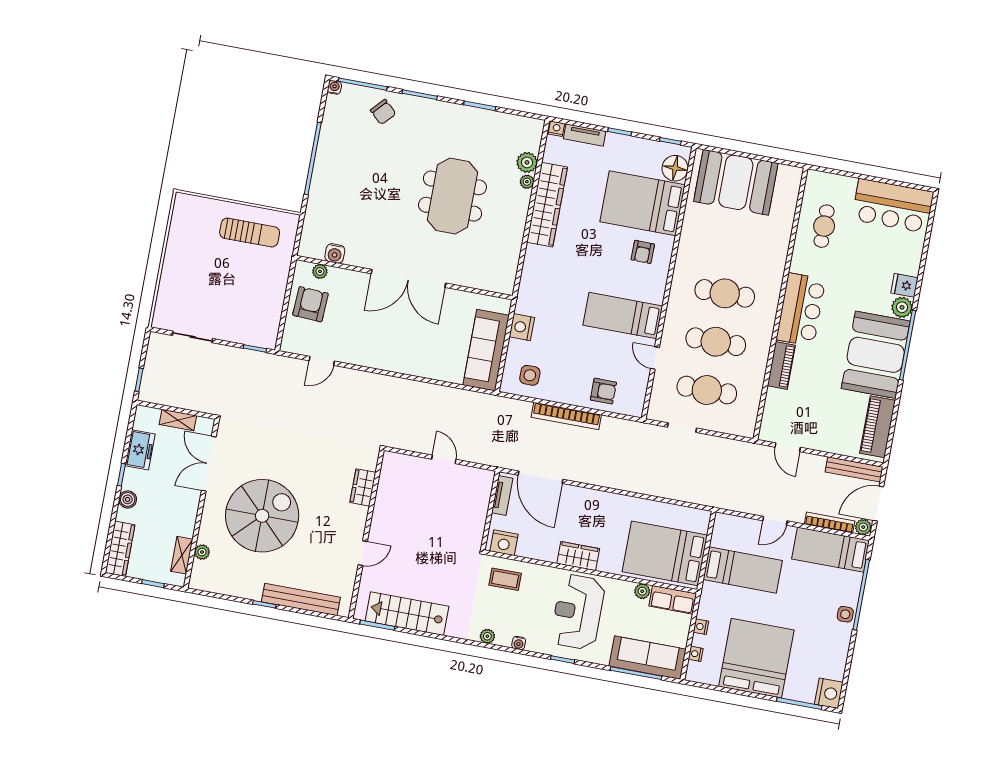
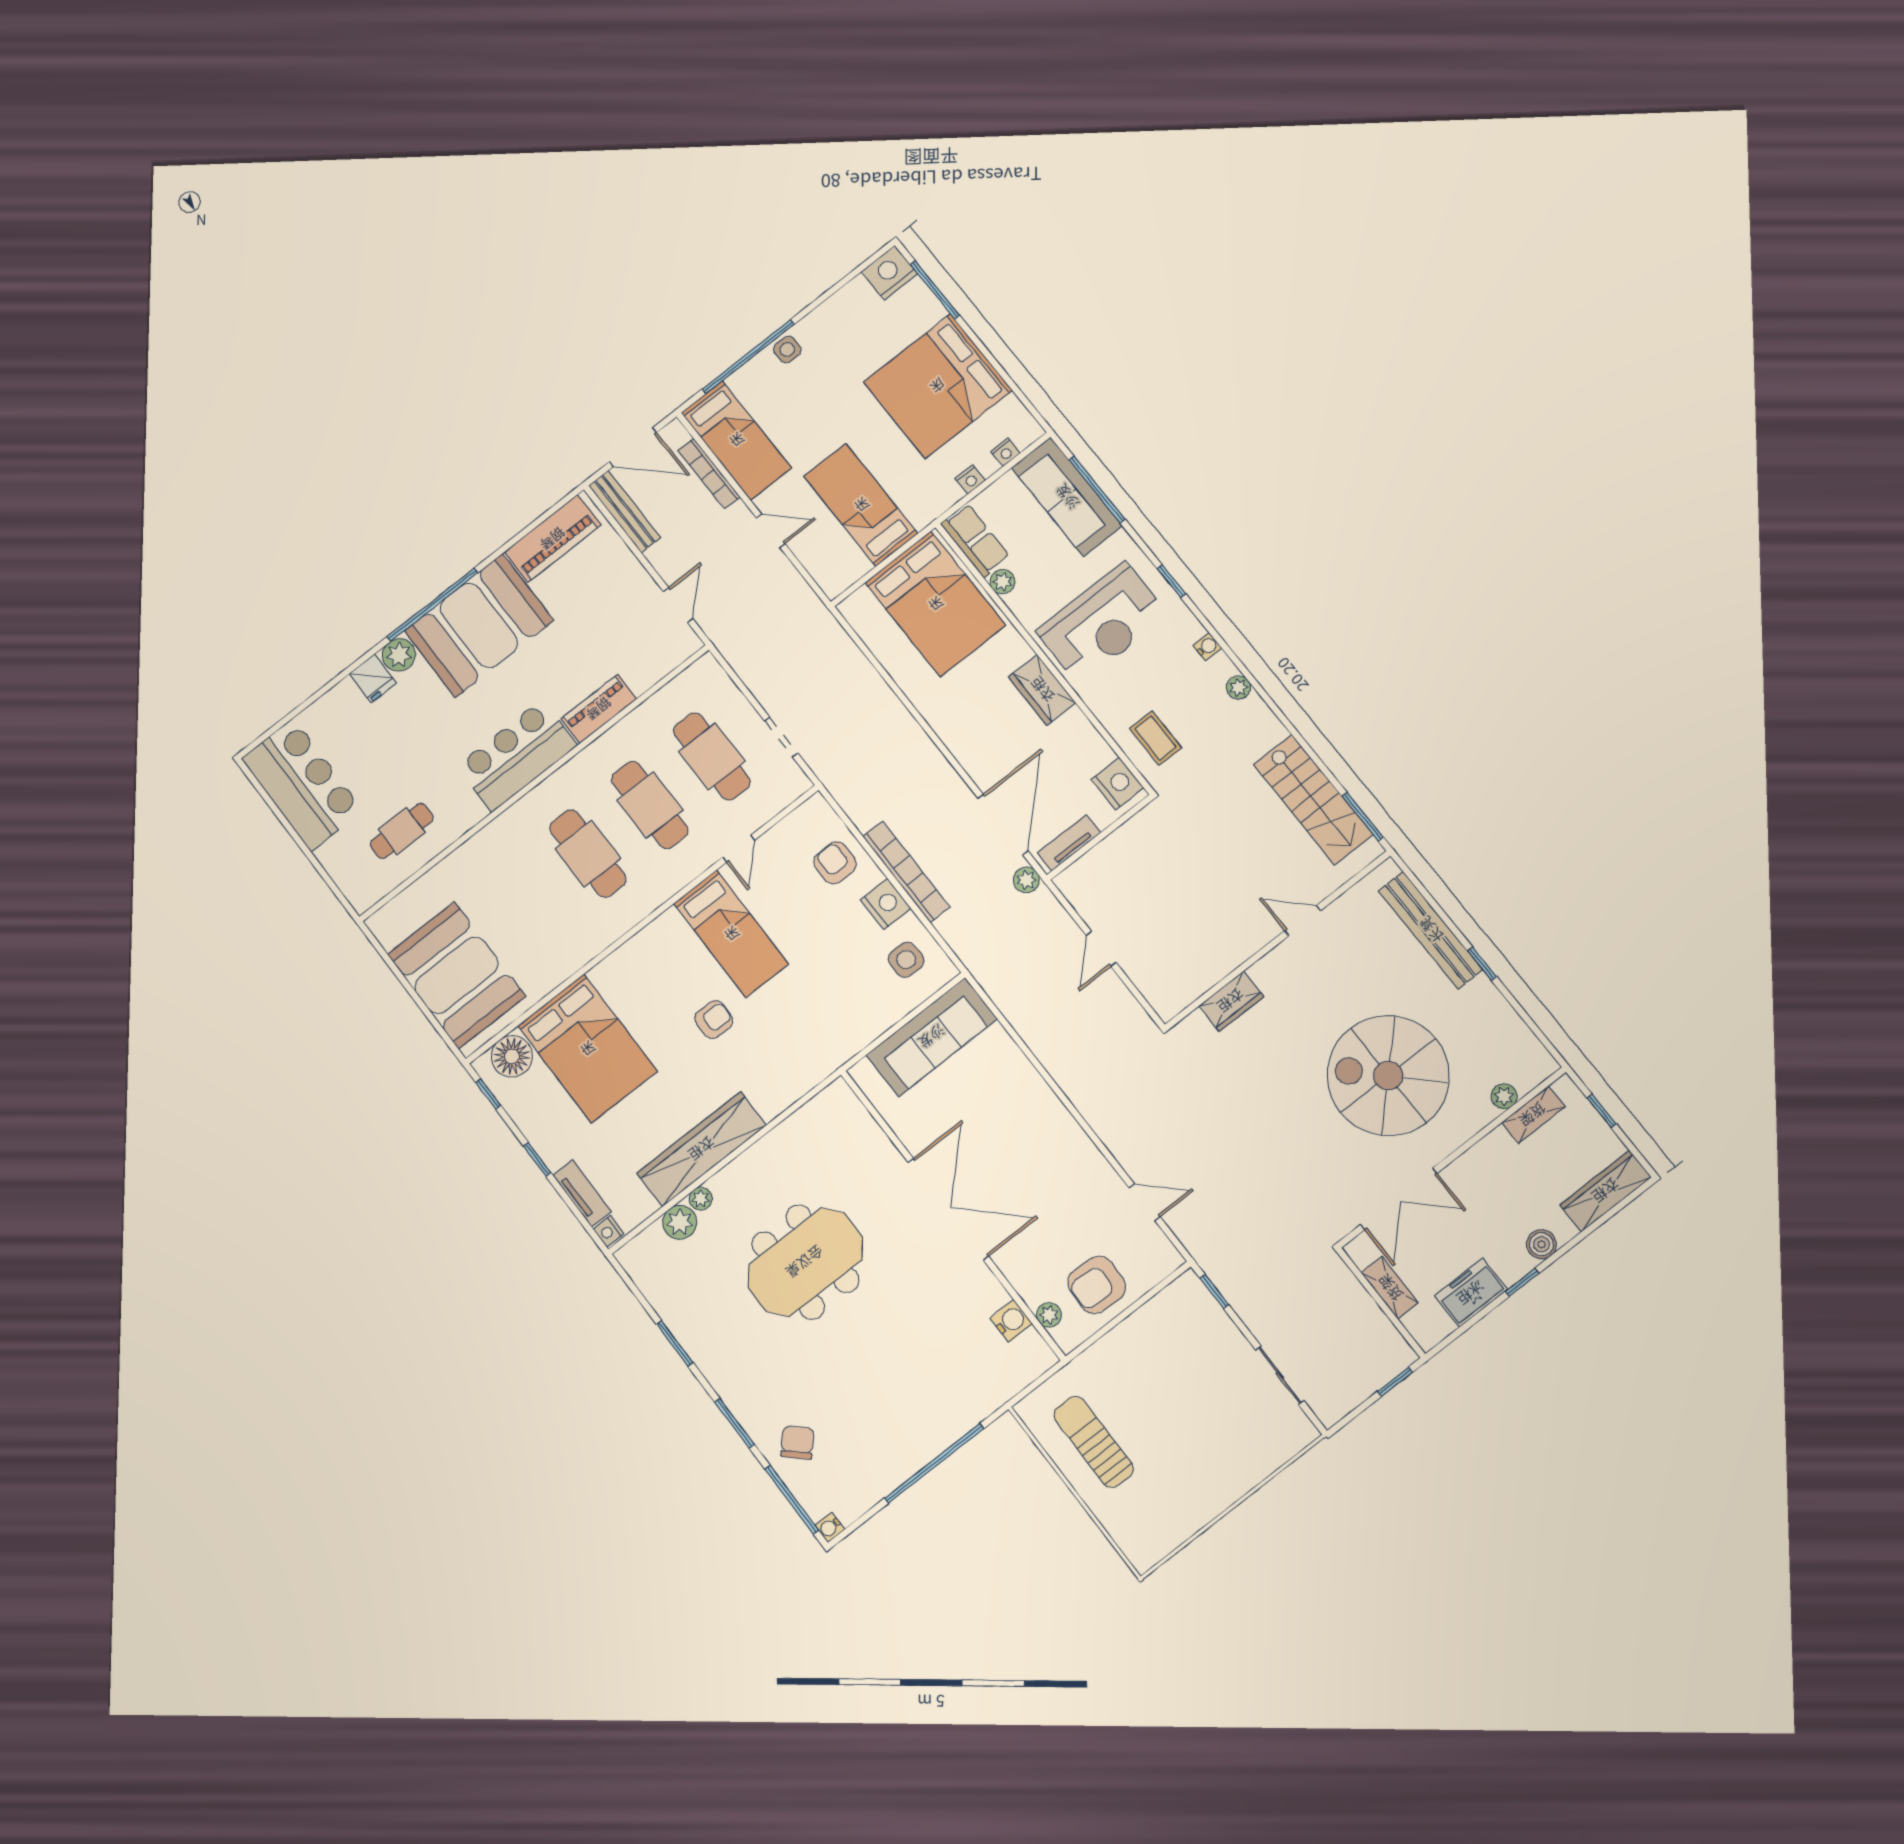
armchair: (643, 252) -> (714, 1020), moved
nightstand: (522, 327) -> (886, 904), moved, turned -90
plant: (863, 527) -> (1026, 880), moved

